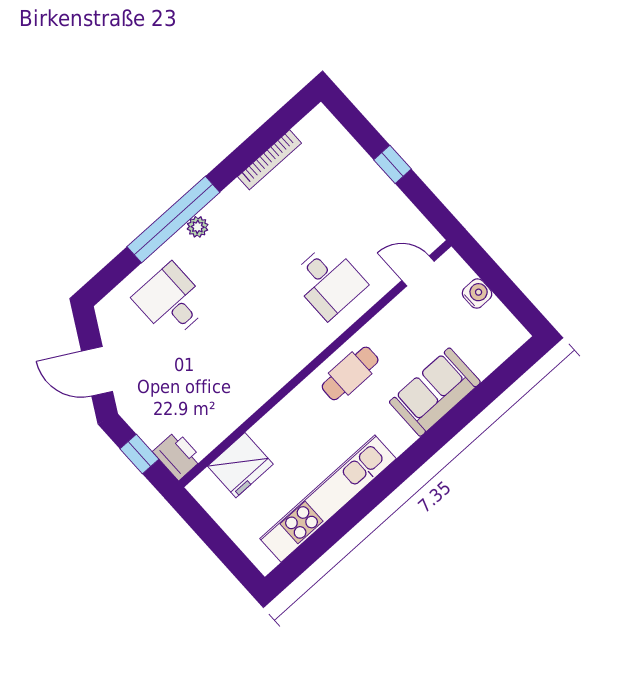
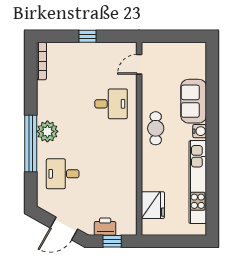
bookcase: (270, 160) -> (41, 61), moved
plant: (198, 227) -> (47, 131), width x1.87, depth x1.87
water cooler: (477, 294) -> (200, 131), moved, turned 90
printer: (177, 455) -> (105, 227), moved

